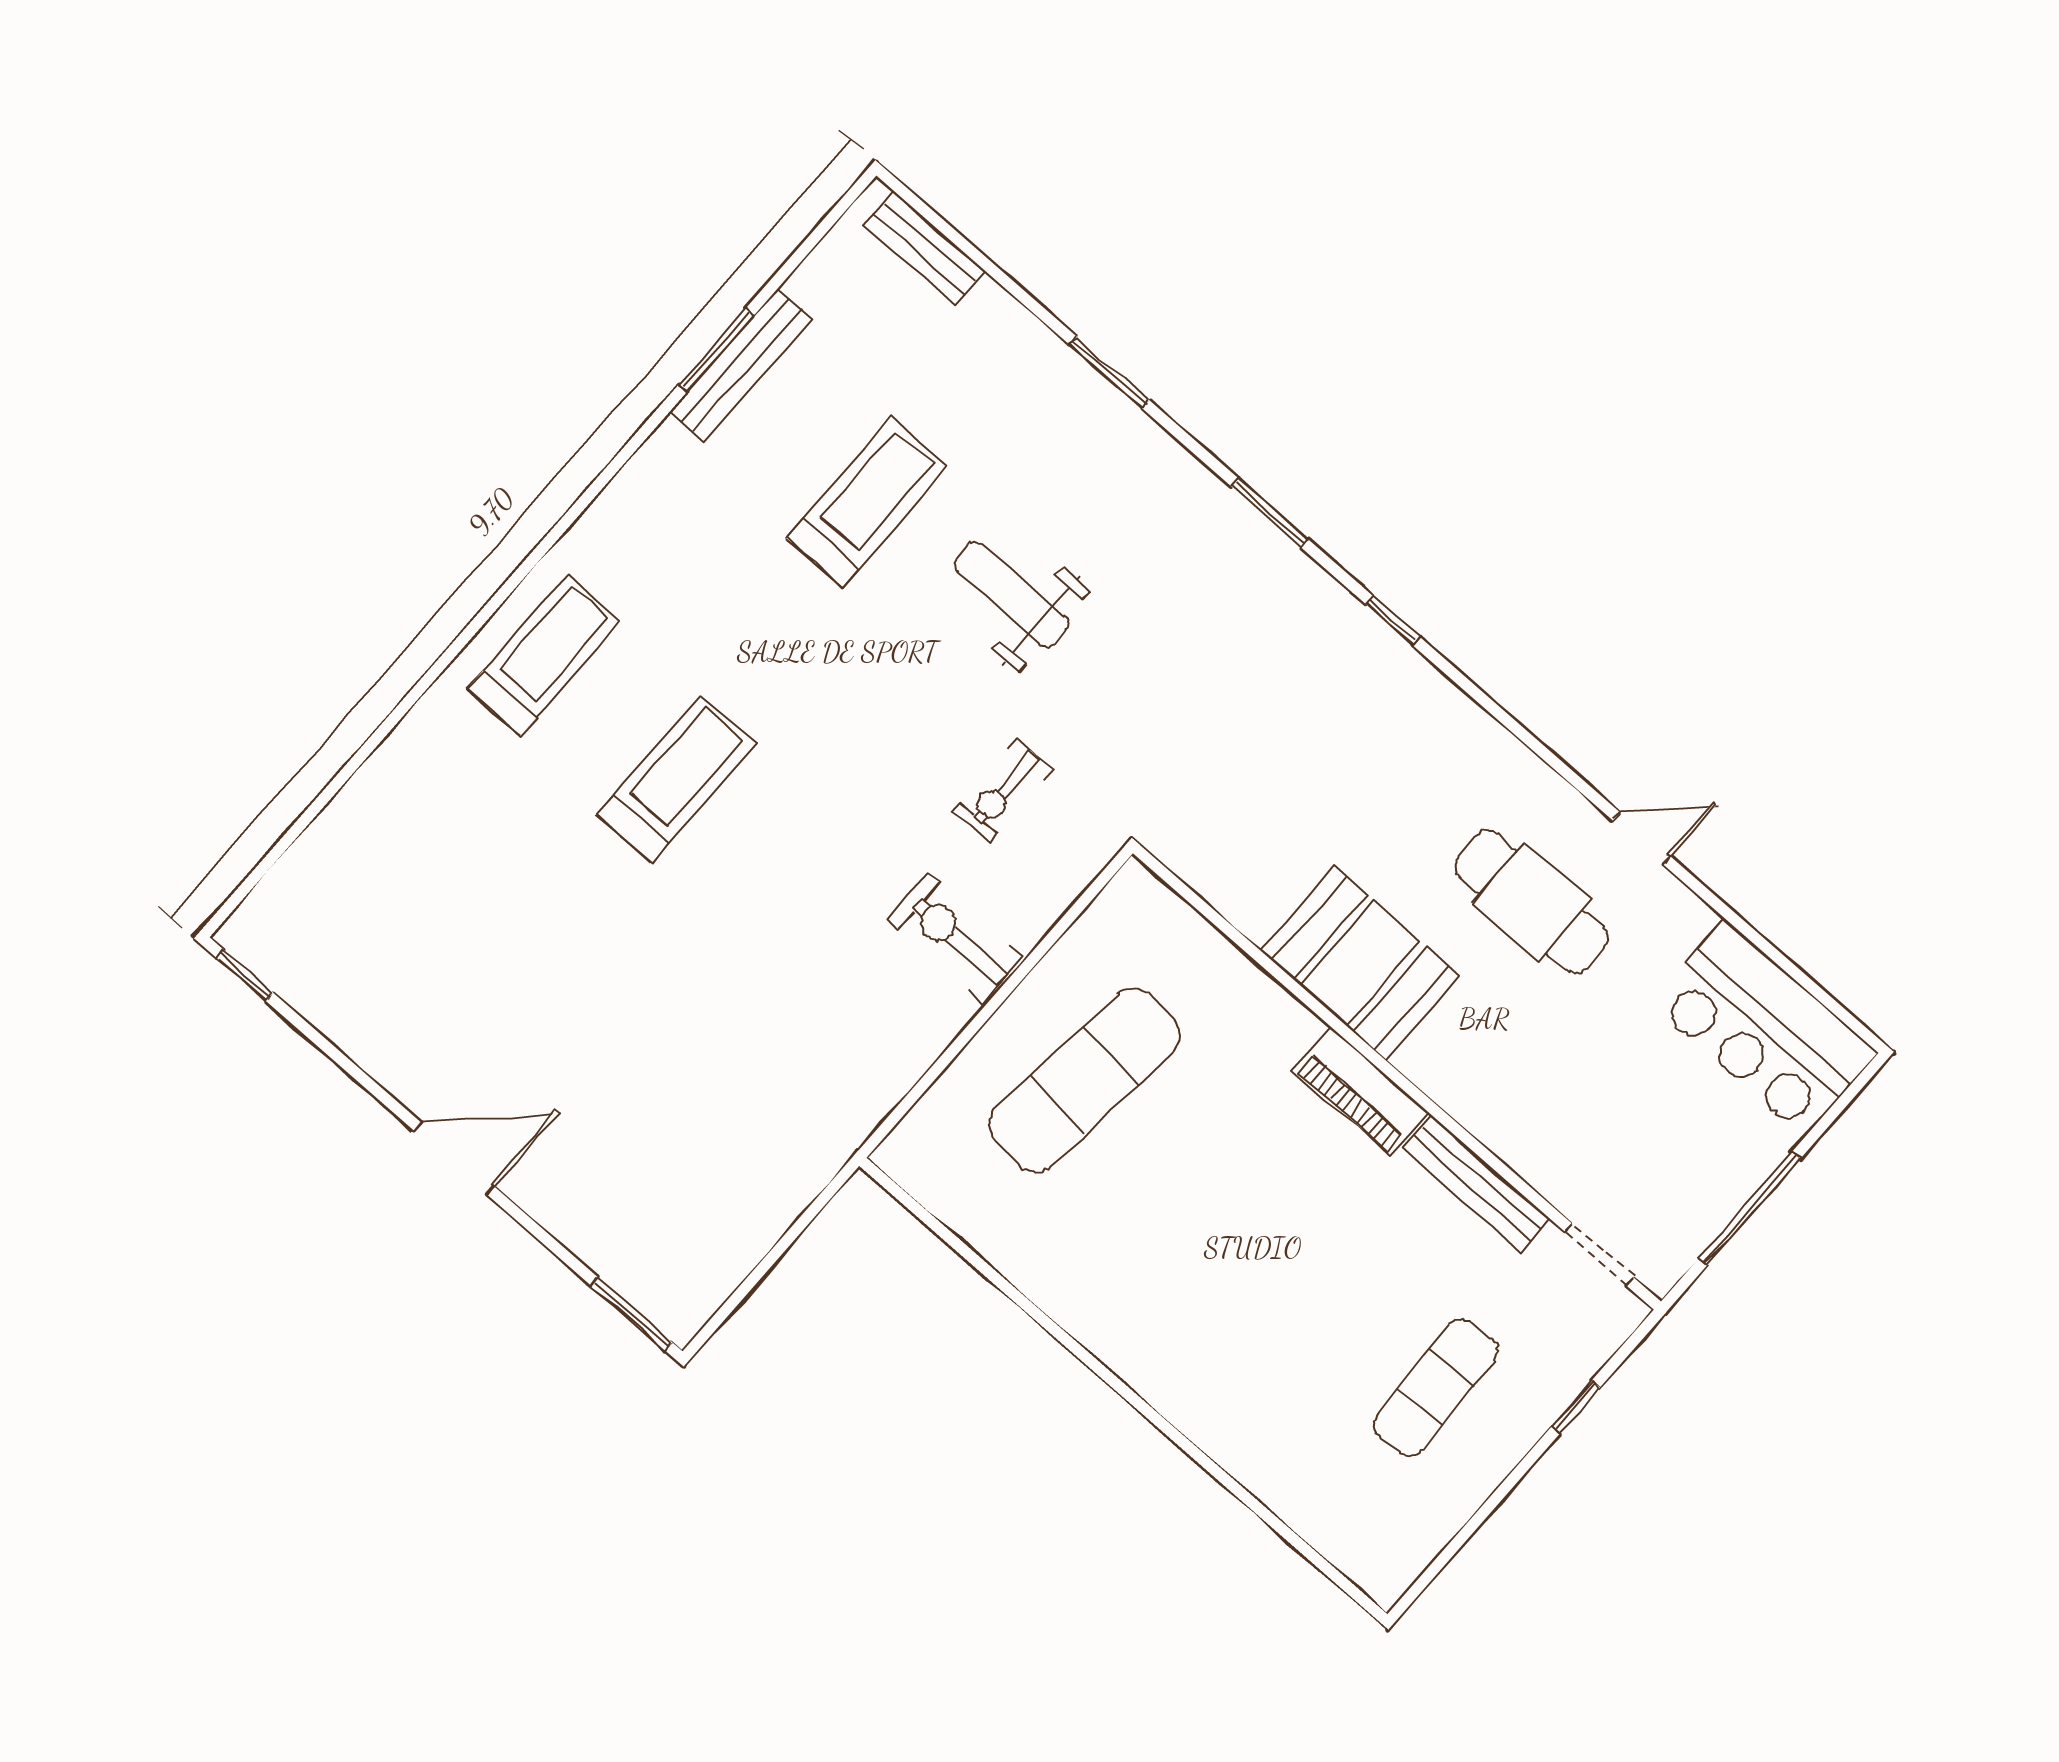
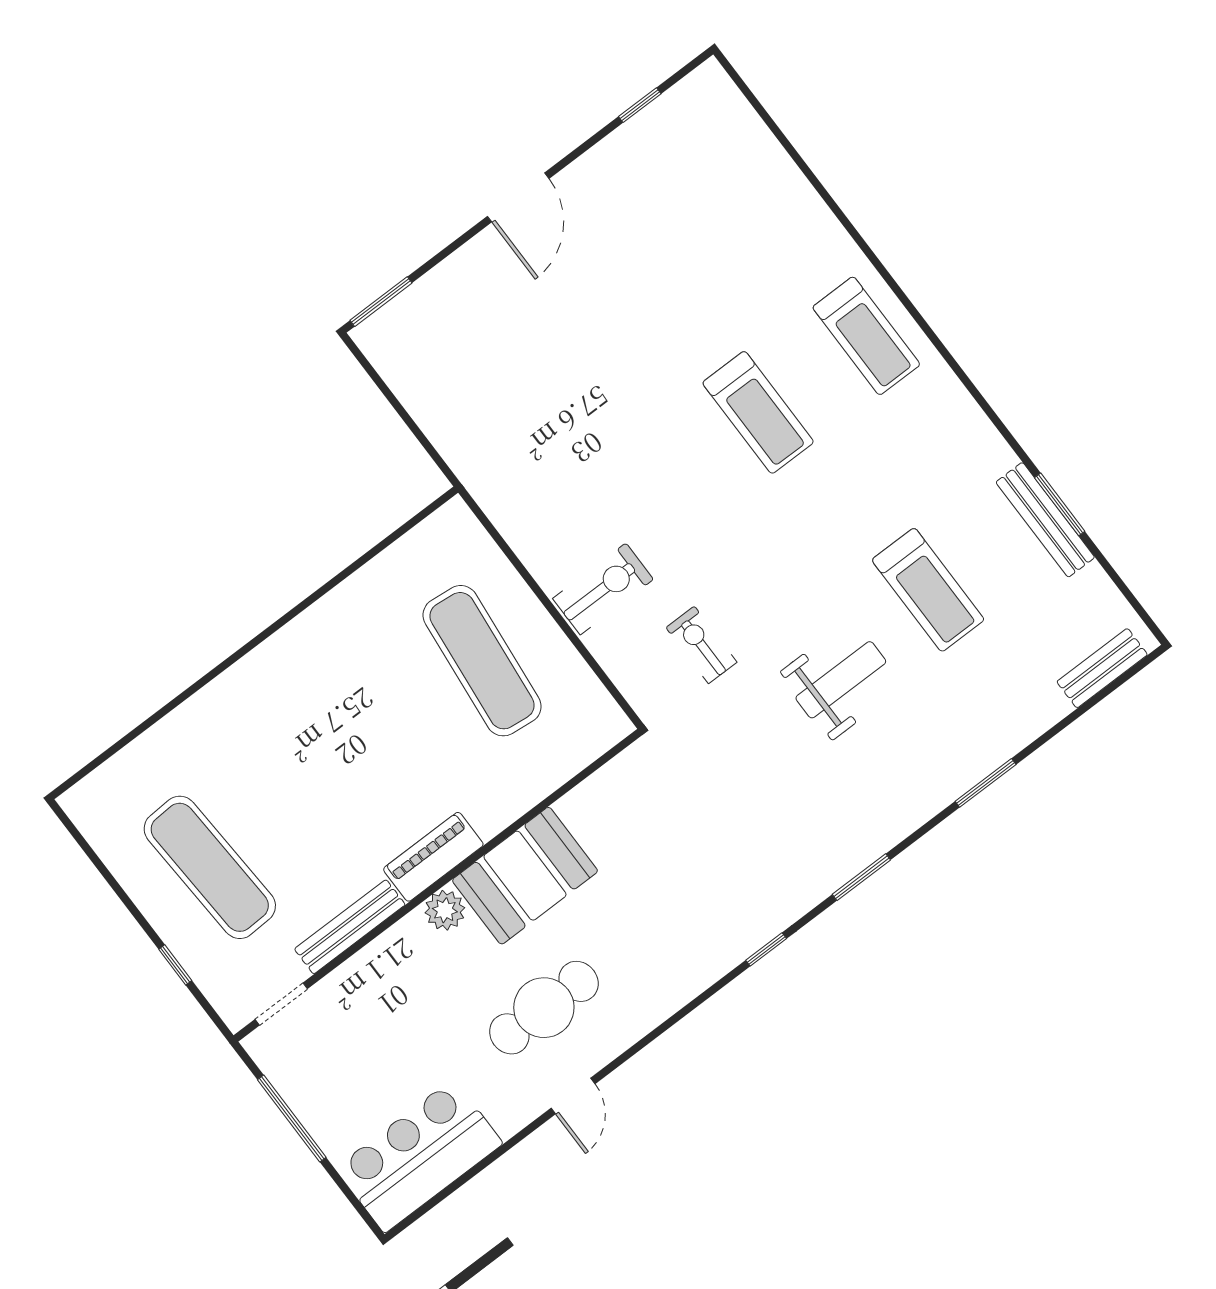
window: (245, 975) -> (640, 105), moved
plant: (1428, 1061) -> (445, 910), added
exercise mat: (1436, 1388) -> (210, 867), width x1.36, depth x1.45

